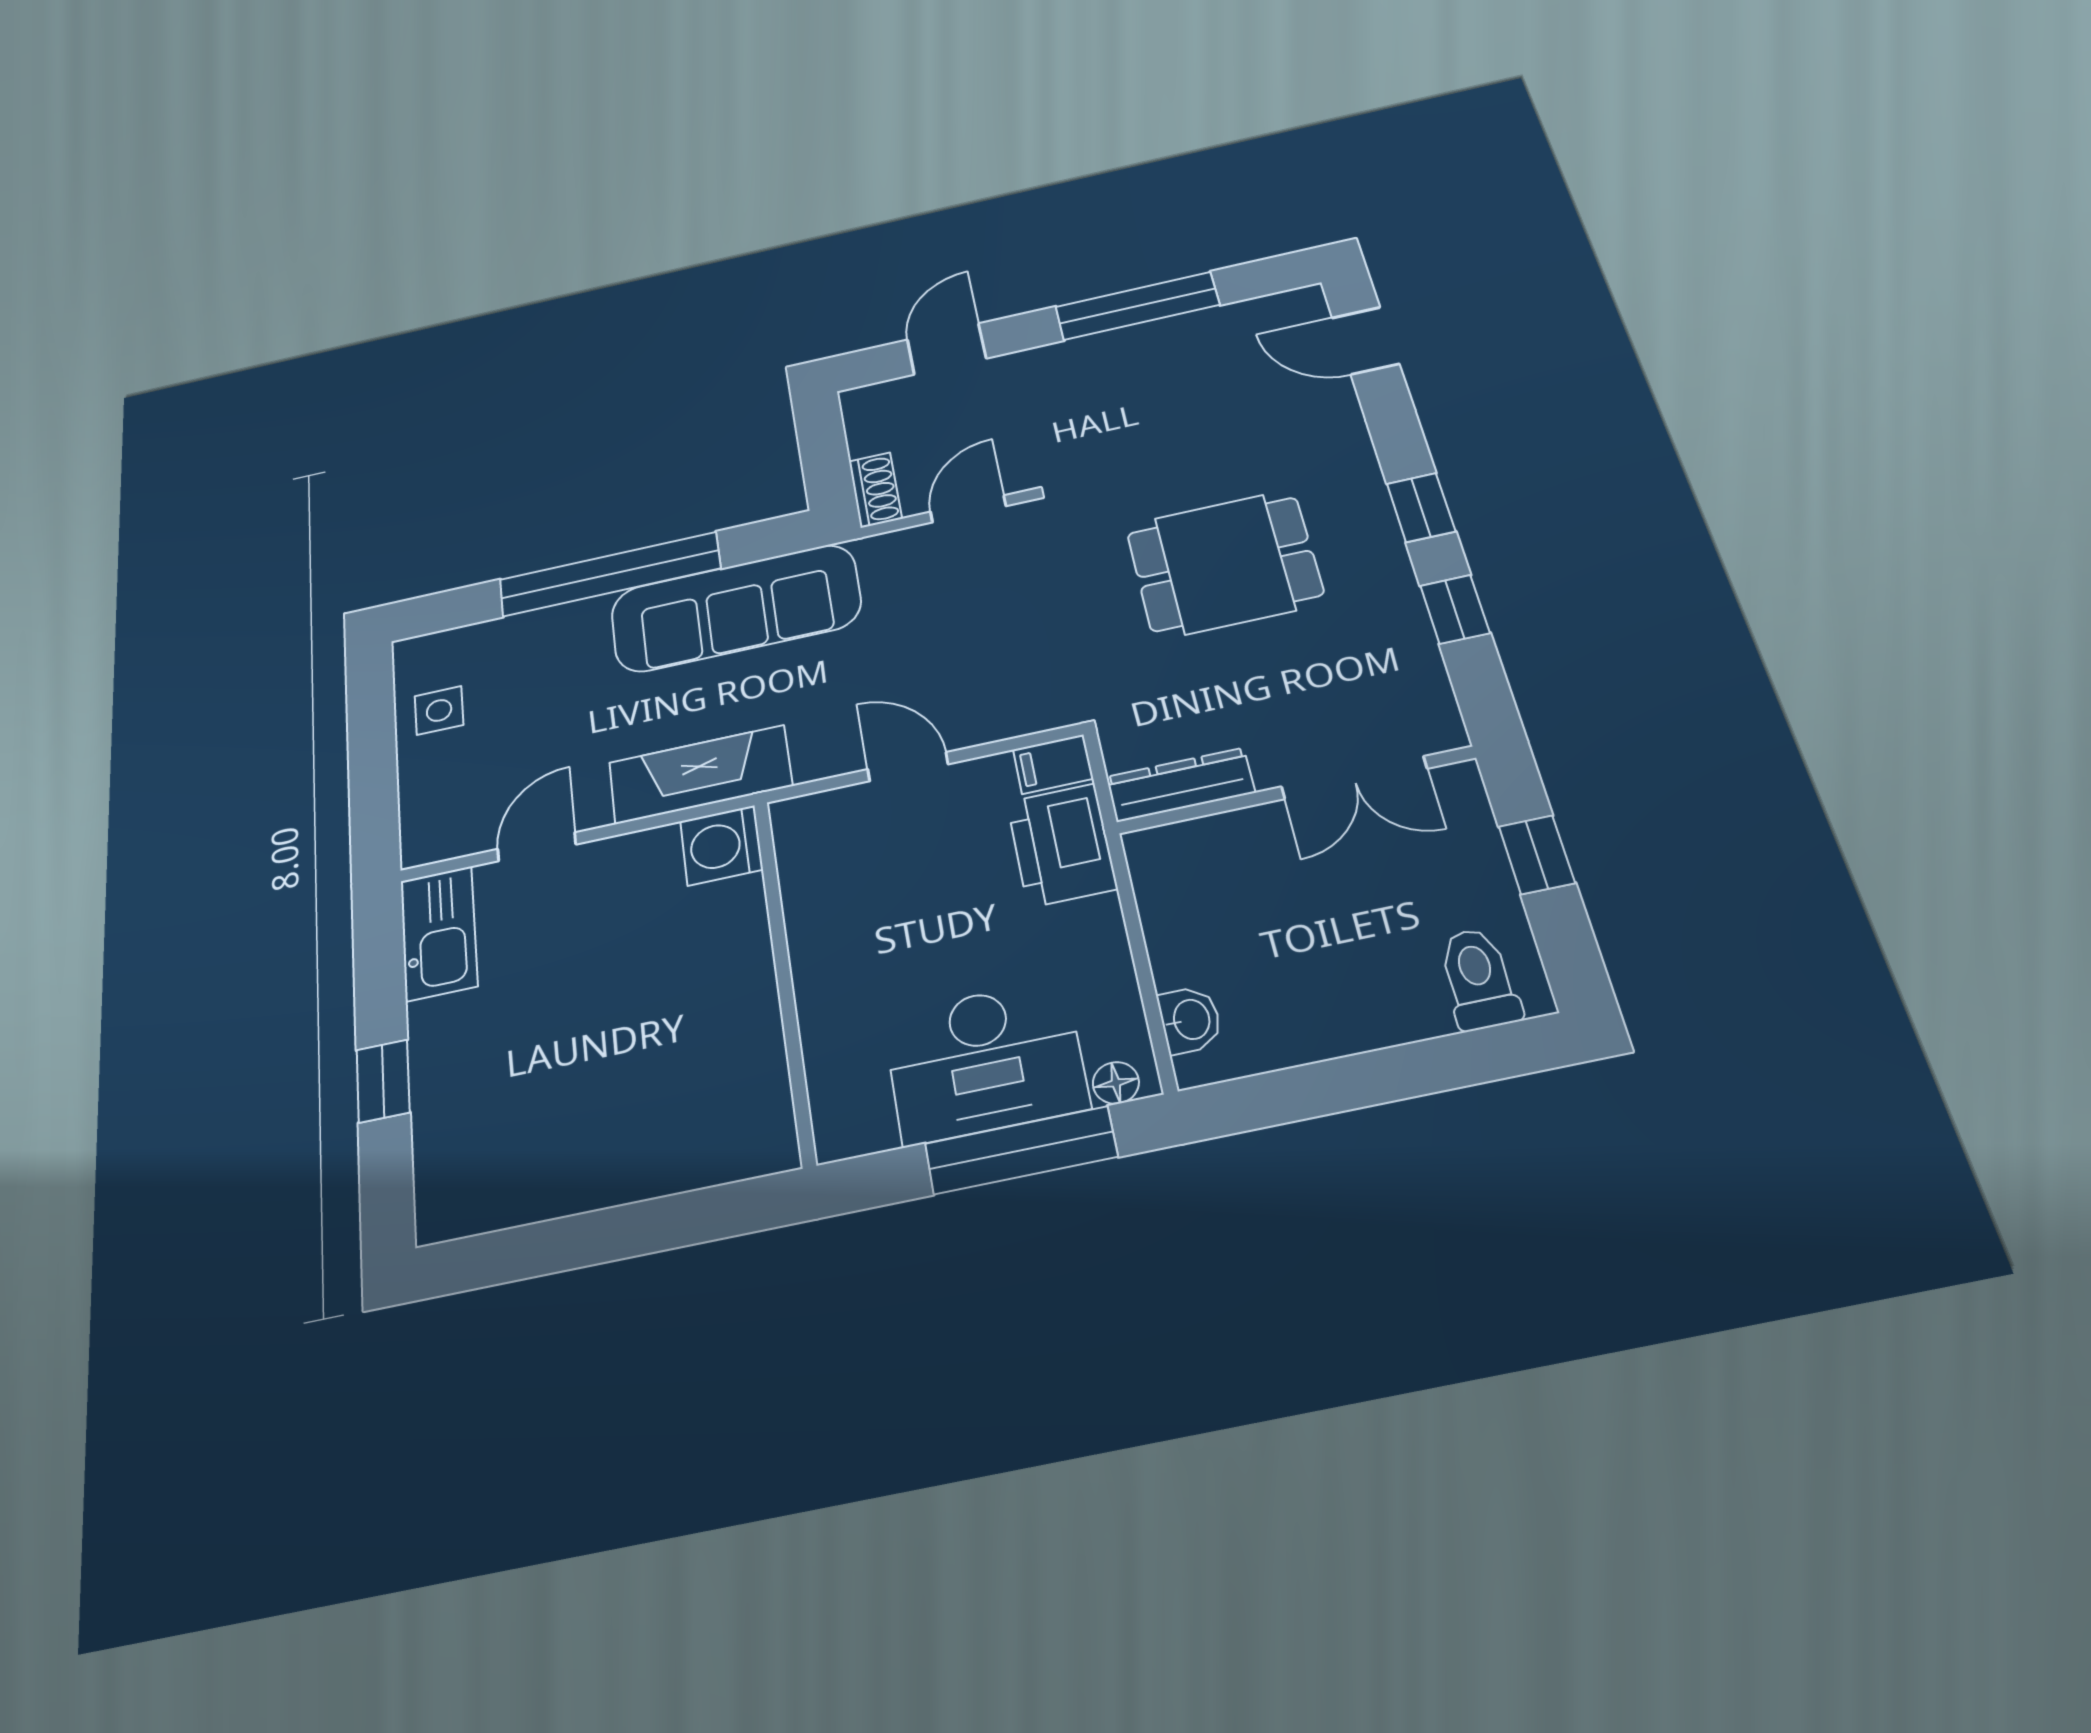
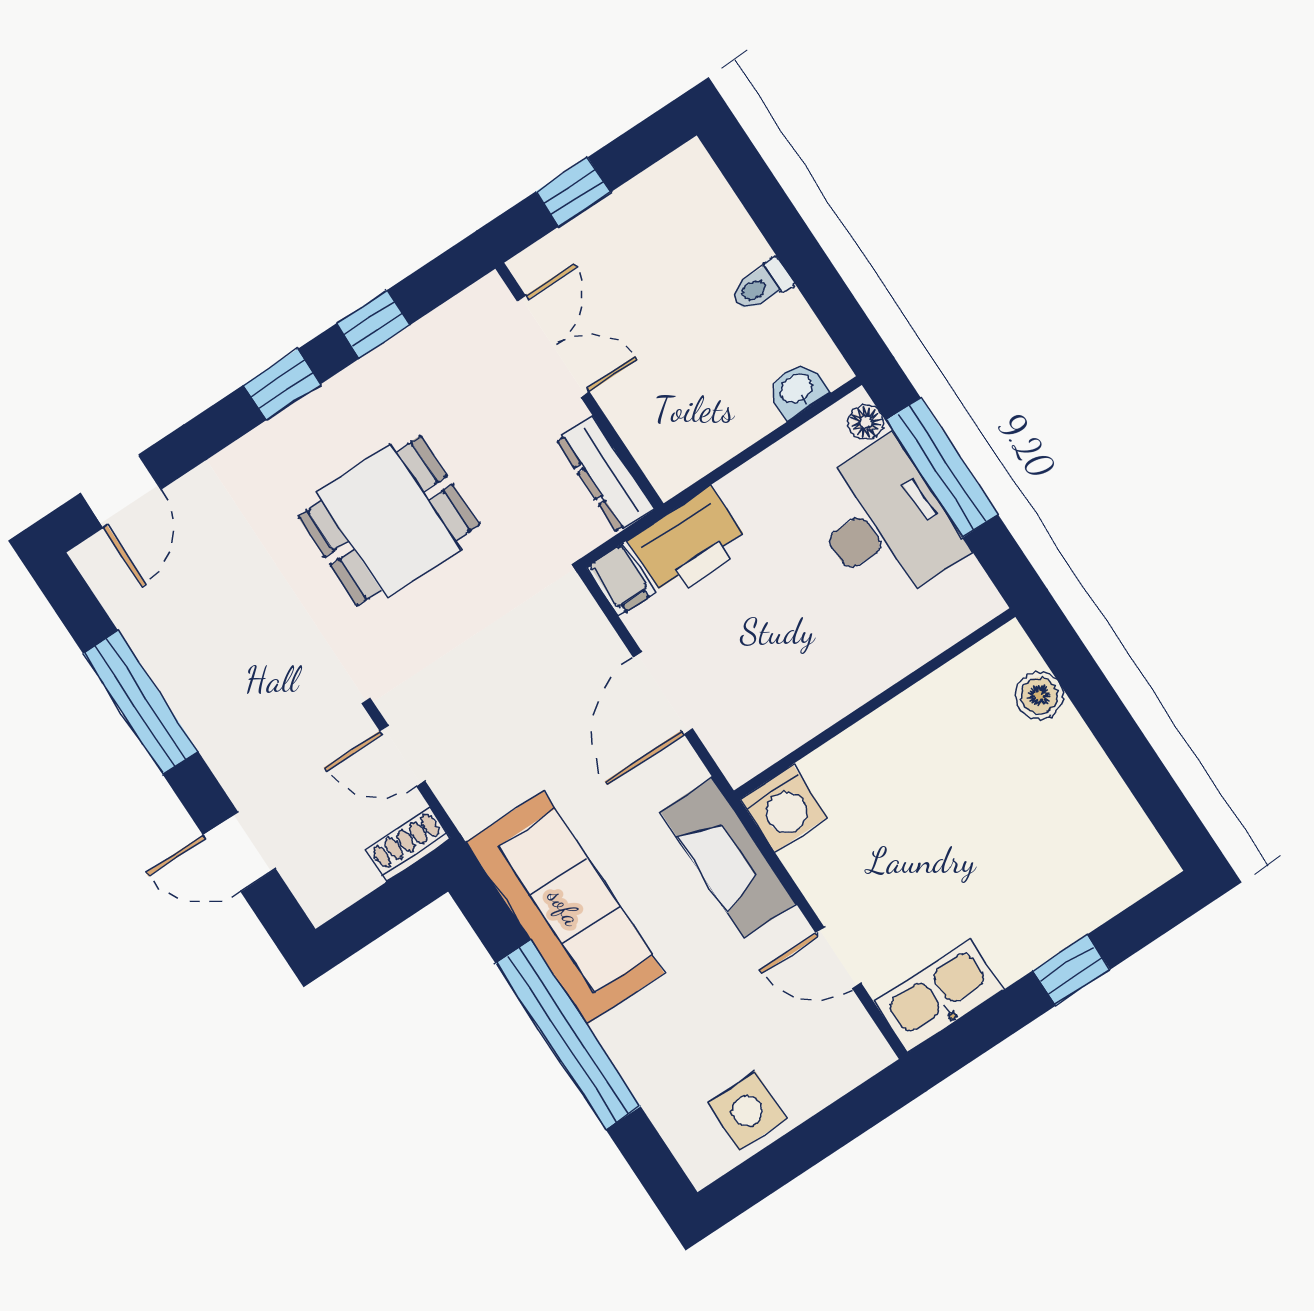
dining table: (1225, 564) -> (389, 521), turned 90
side table: (439, 710) -> (747, 1111), width x1.37, depth x1.37
door: (908, 767) -> (663, 693), width x1.38
toilet: (1479, 979) -> (761, 286), moved, width x0.73, depth x0.72
boiler: (699, 1161) -> (1039, 696), added

